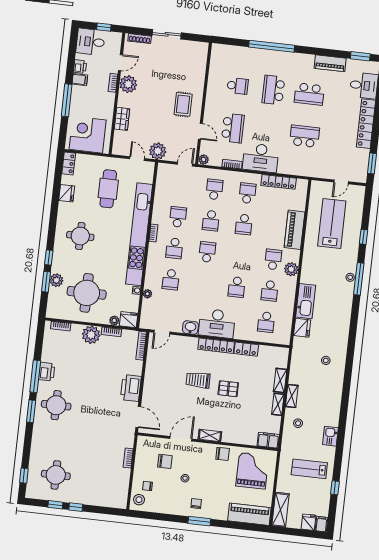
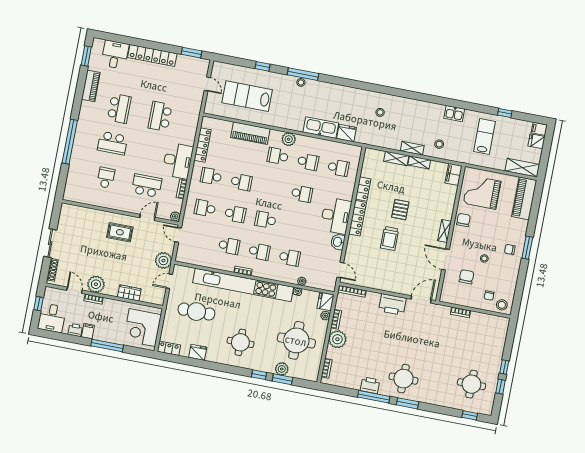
school desk: (178, 217) -> (229, 246), turned 180
lab bench: (309, 469) -> (484, 137), turned 180

